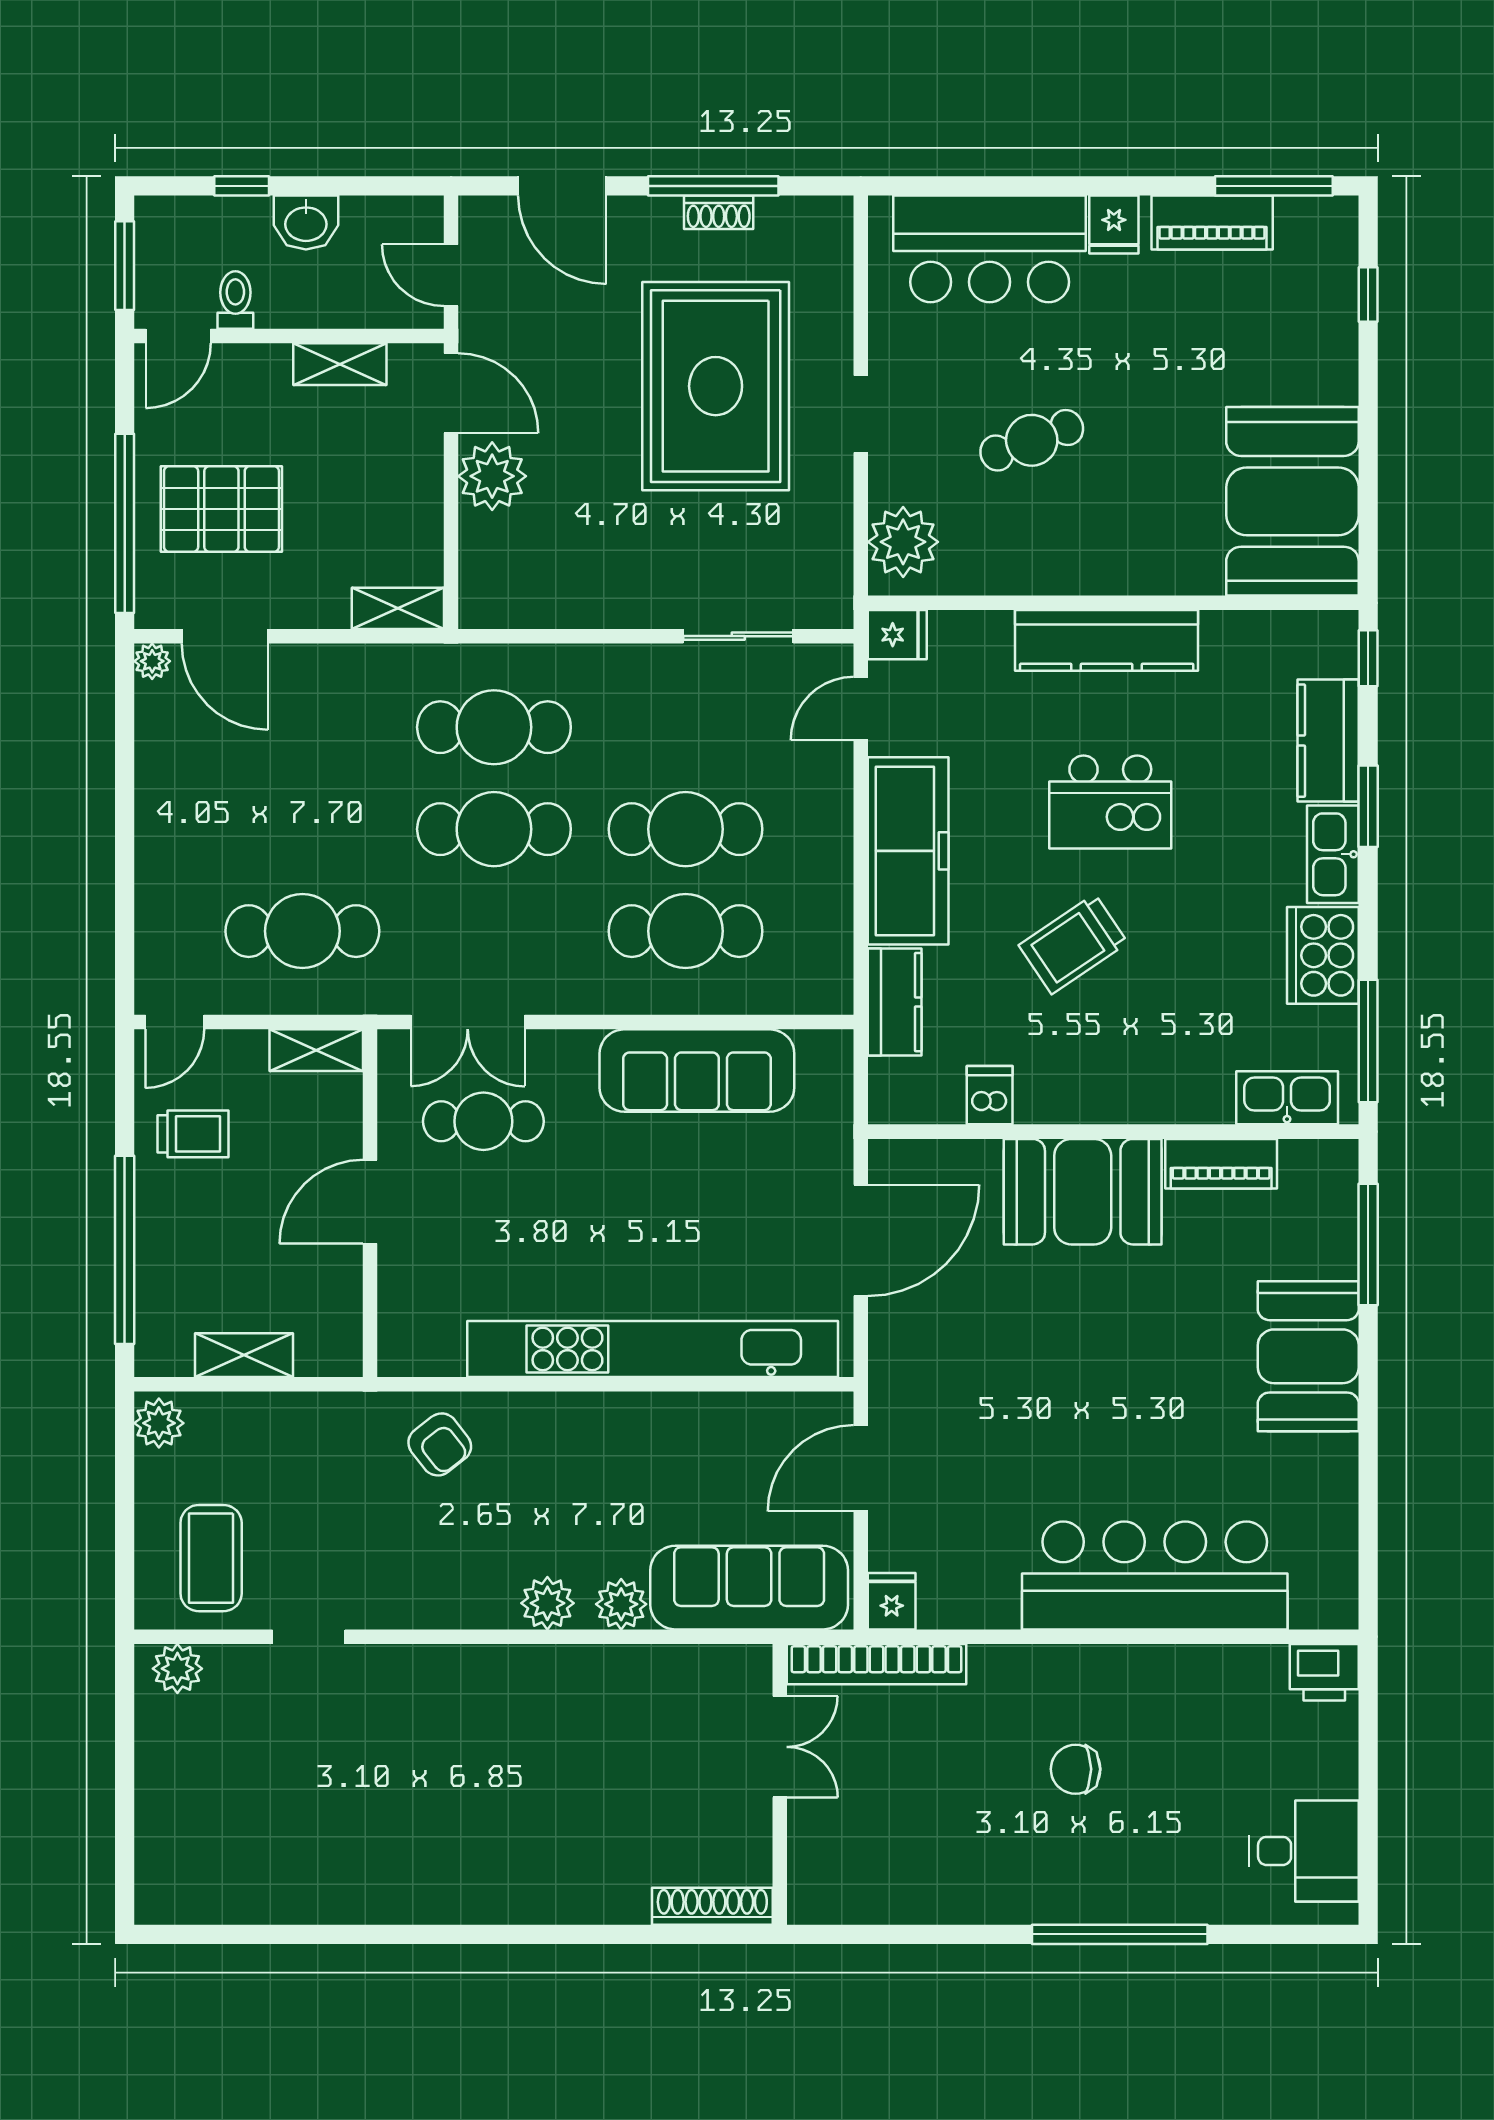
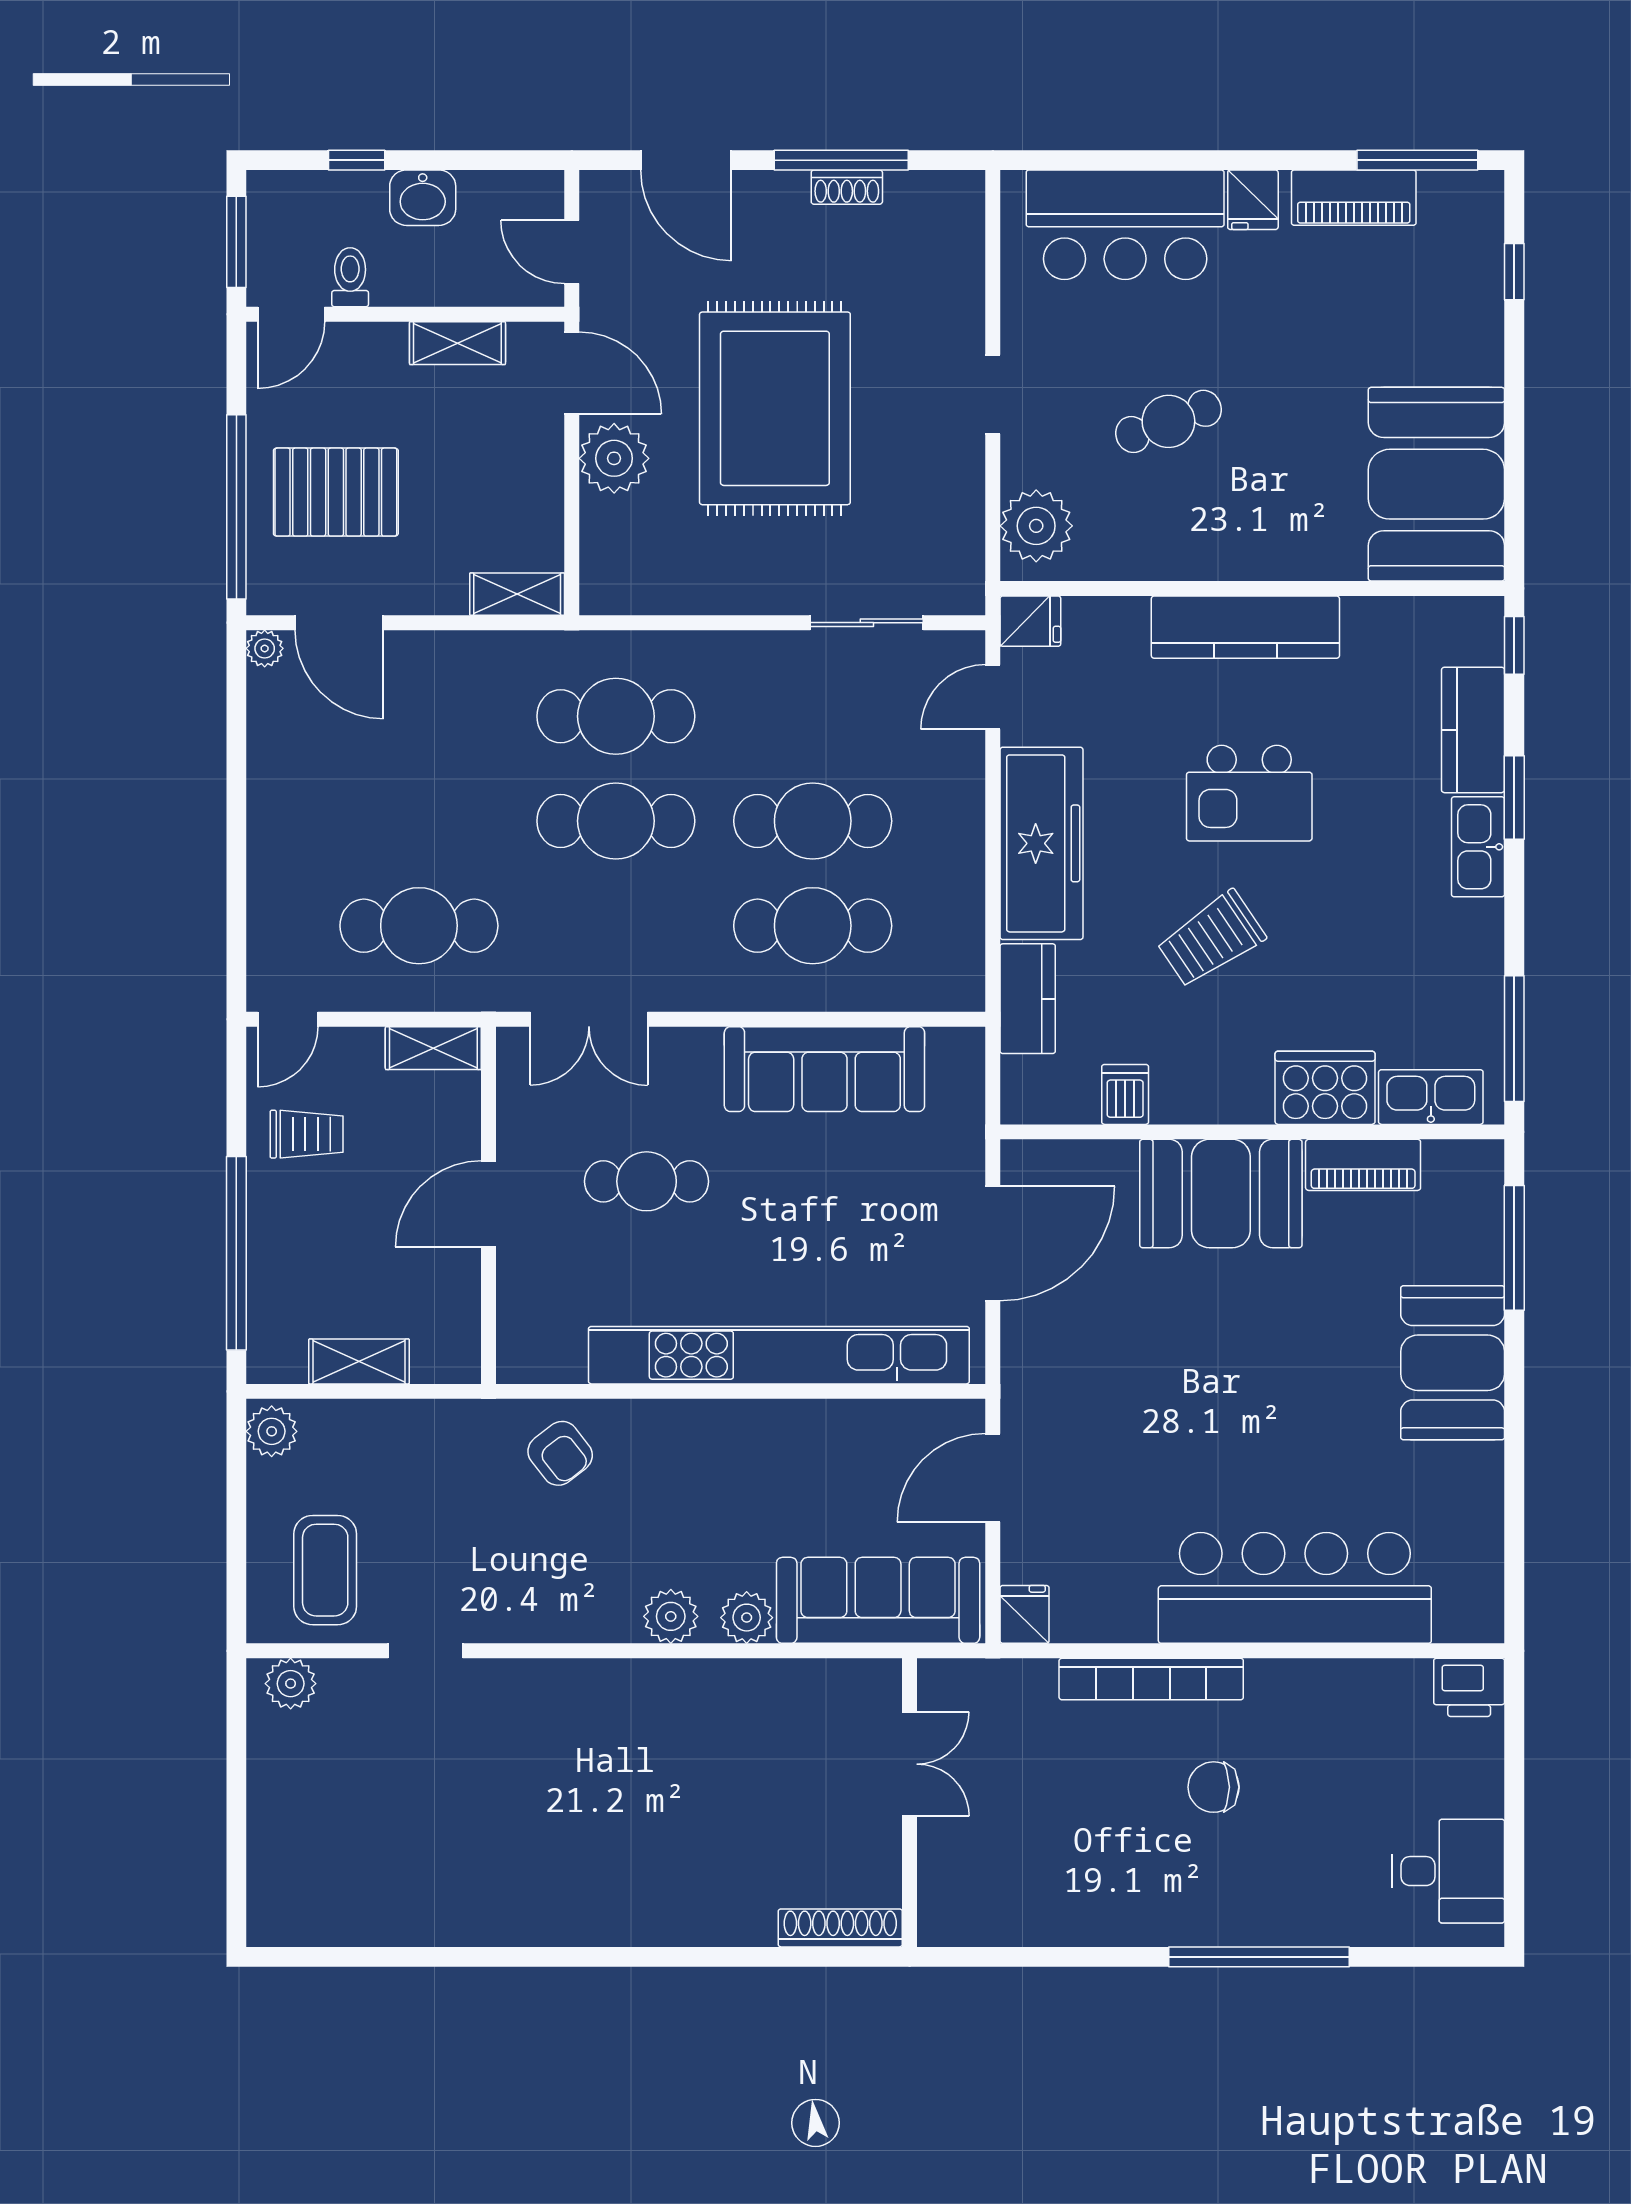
rug: (716, 386) -> (775, 408), moved
cooker: (1323, 955) -> (1325, 1088), moved, turned 90
cafe table: (483, 1121) -> (647, 1181), moved
bookcase: (876, 1664) -> (1151, 1679), moved

